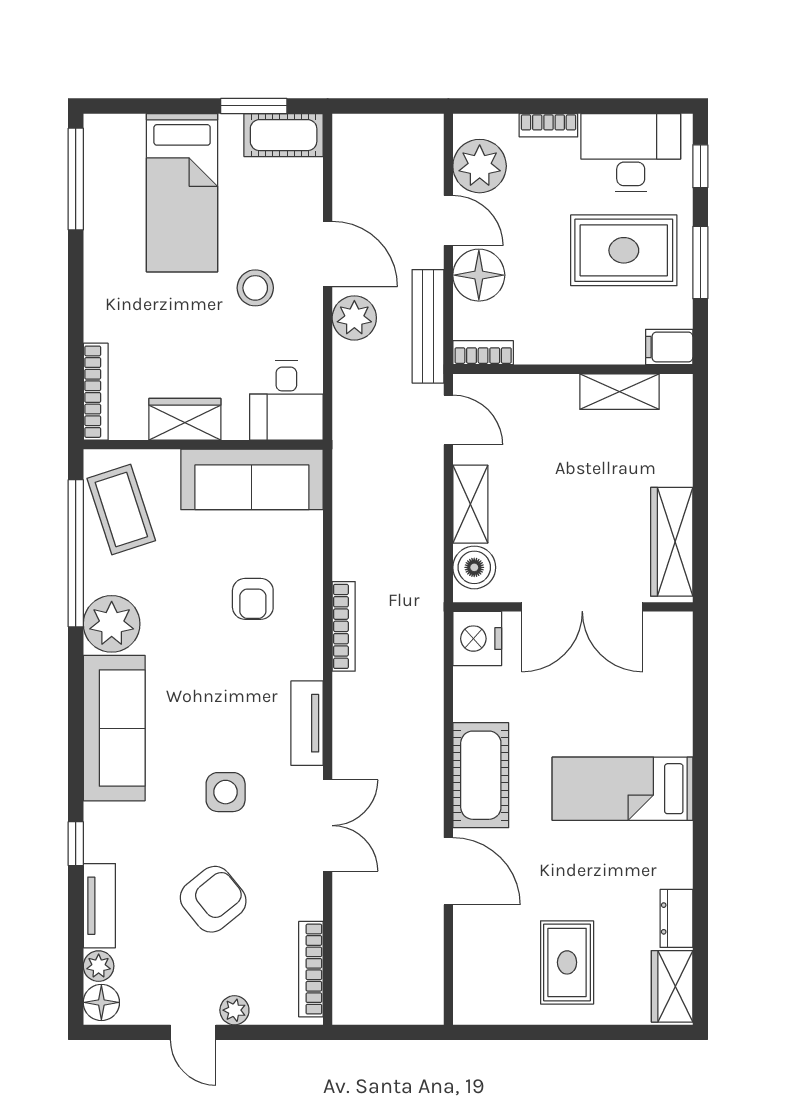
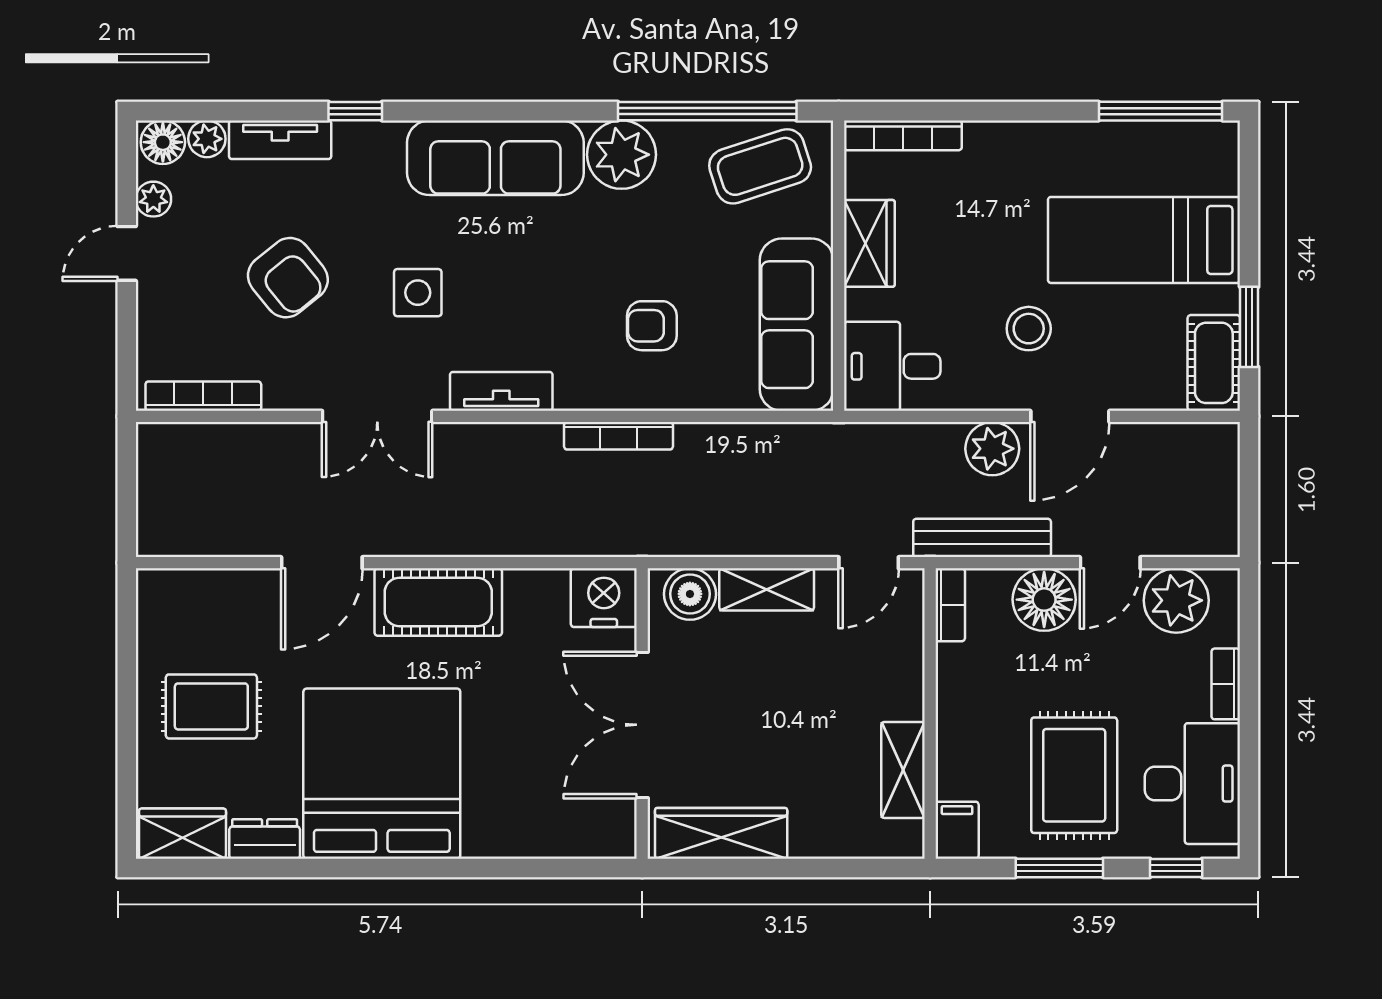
bed: (622, 789) -> (382, 774), width x2.04
plant: (234, 1010) -> (153, 199), moved

